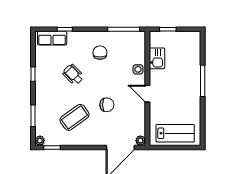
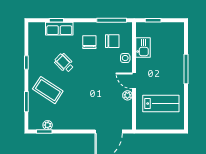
row of seats: (52, 38) -> (59, 29), moved
chair: (107, 105) -> (112, 41), moved
coffee table: (75, 117) -> (48, 90), moved, turned 69
lab bench: (175, 133) -> (161, 104), moved
plant: (40, 141) -> (48, 125), moved
plant: (140, 141) -> (127, 95), moved

